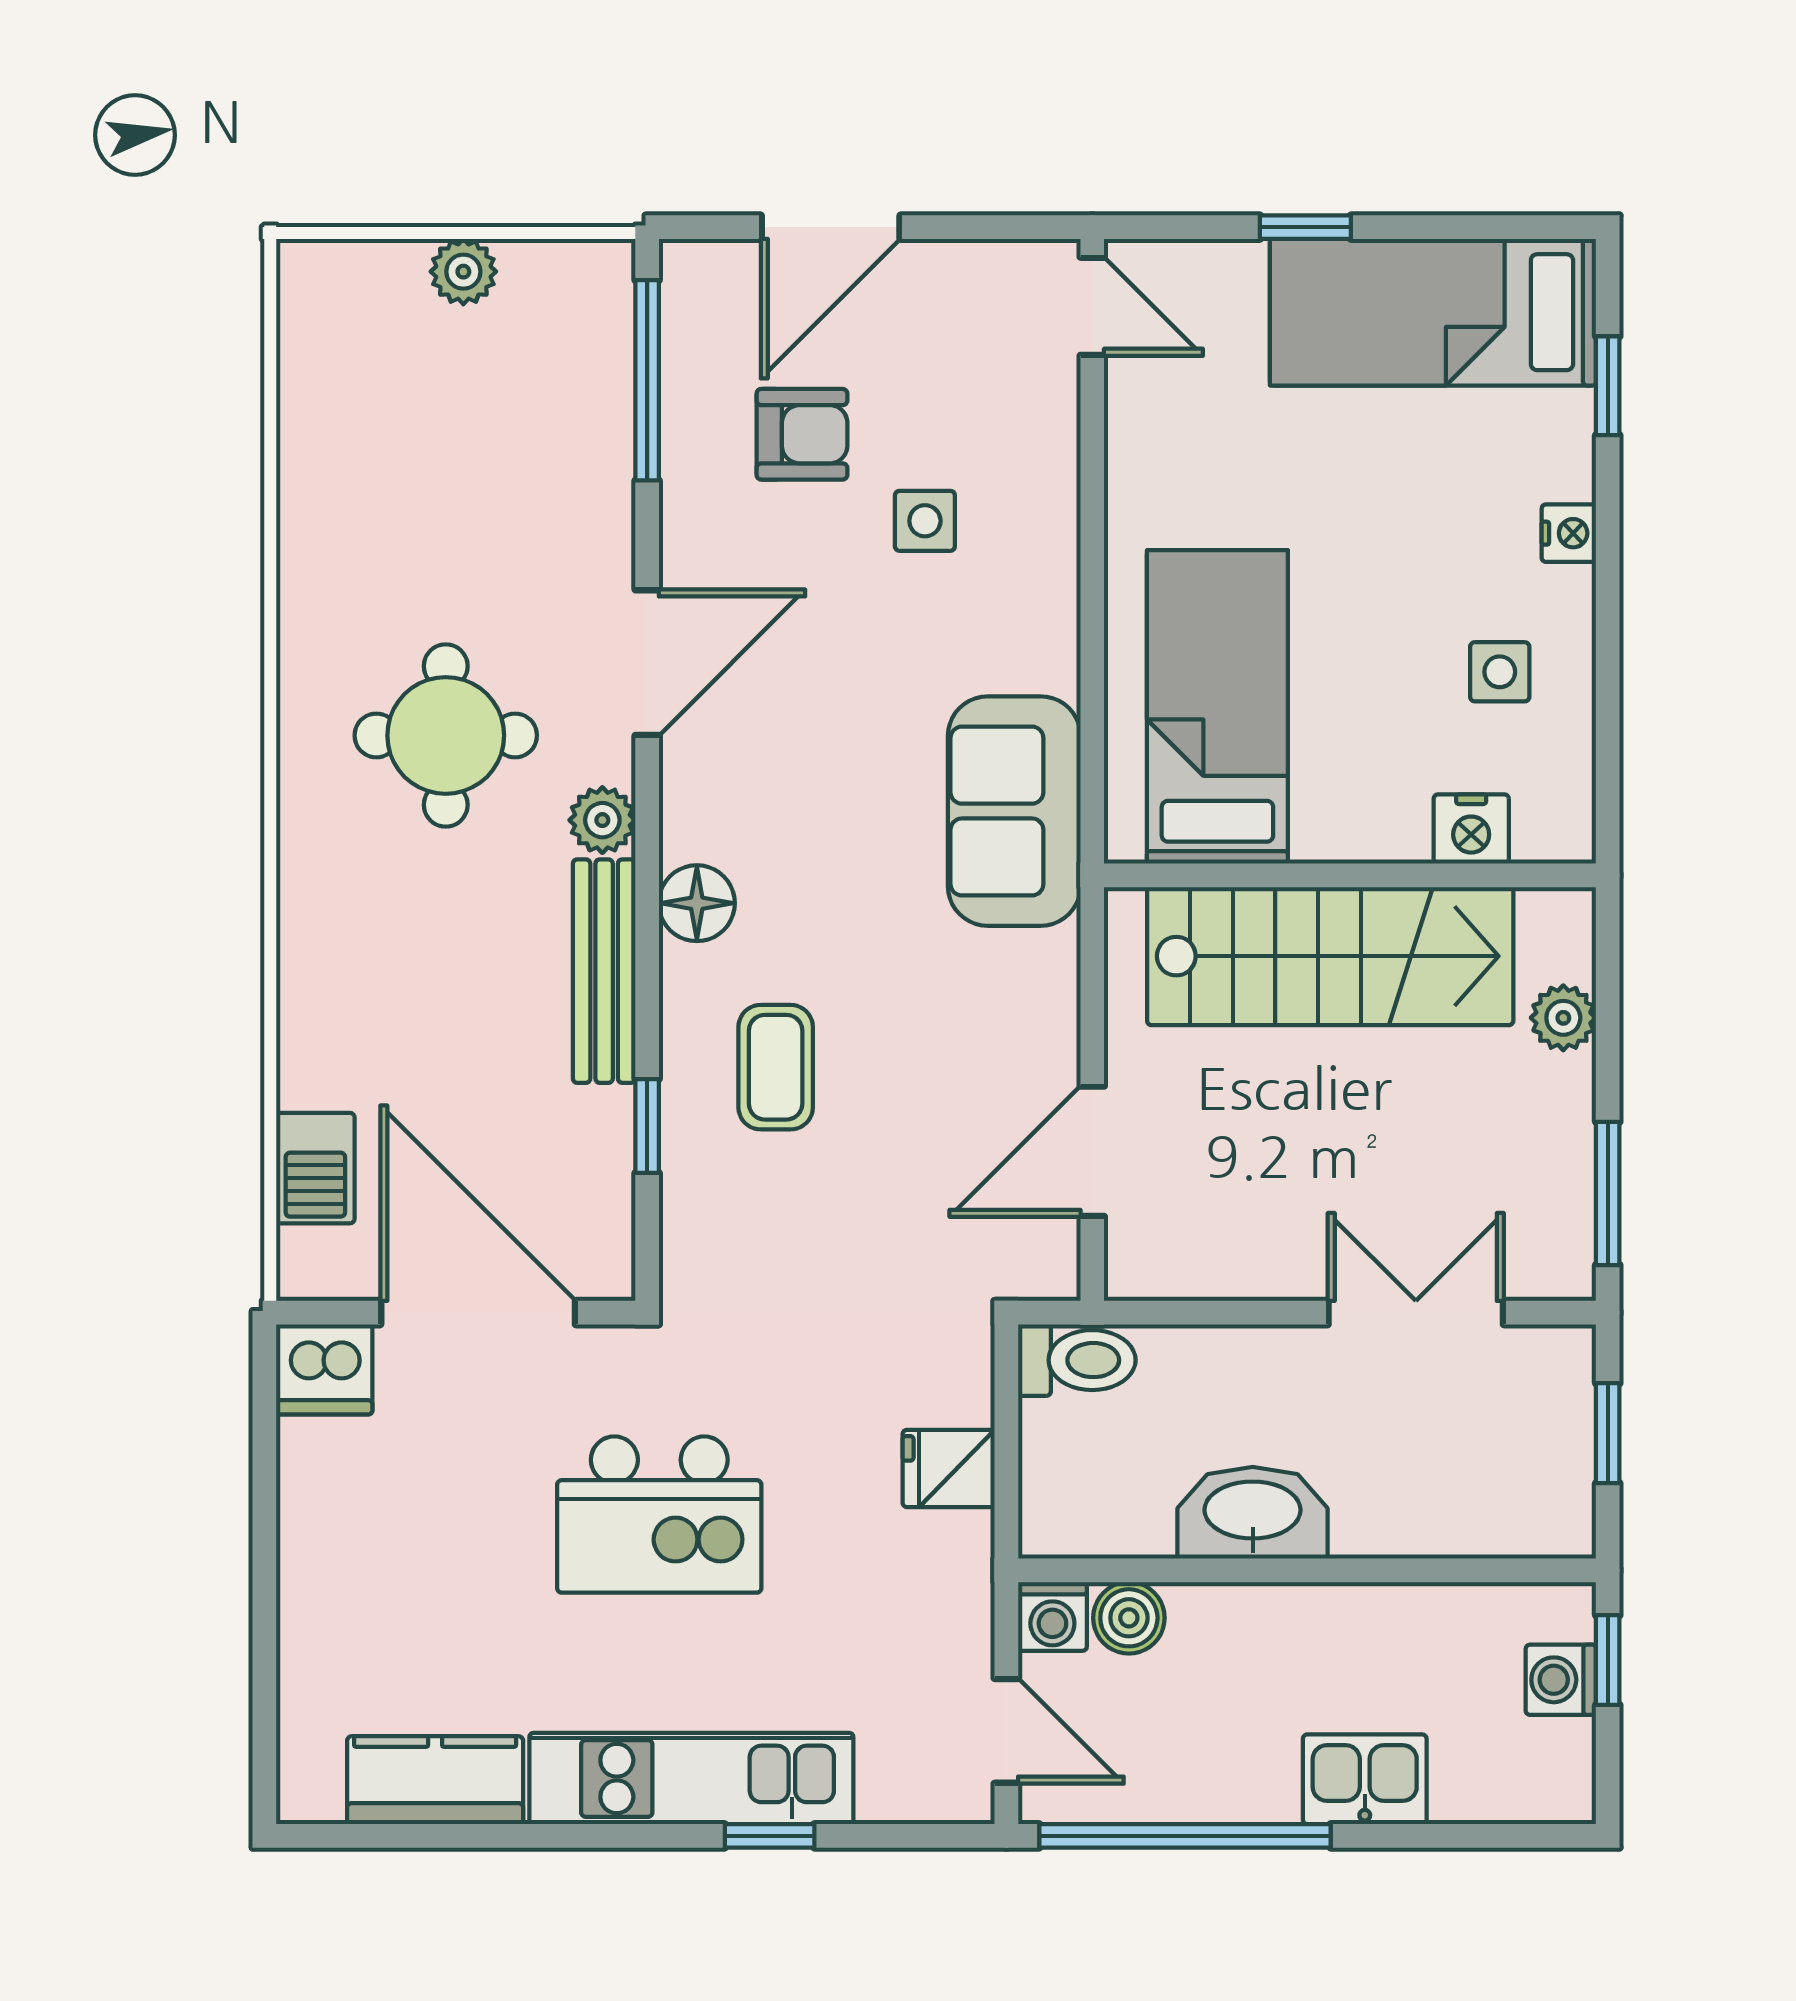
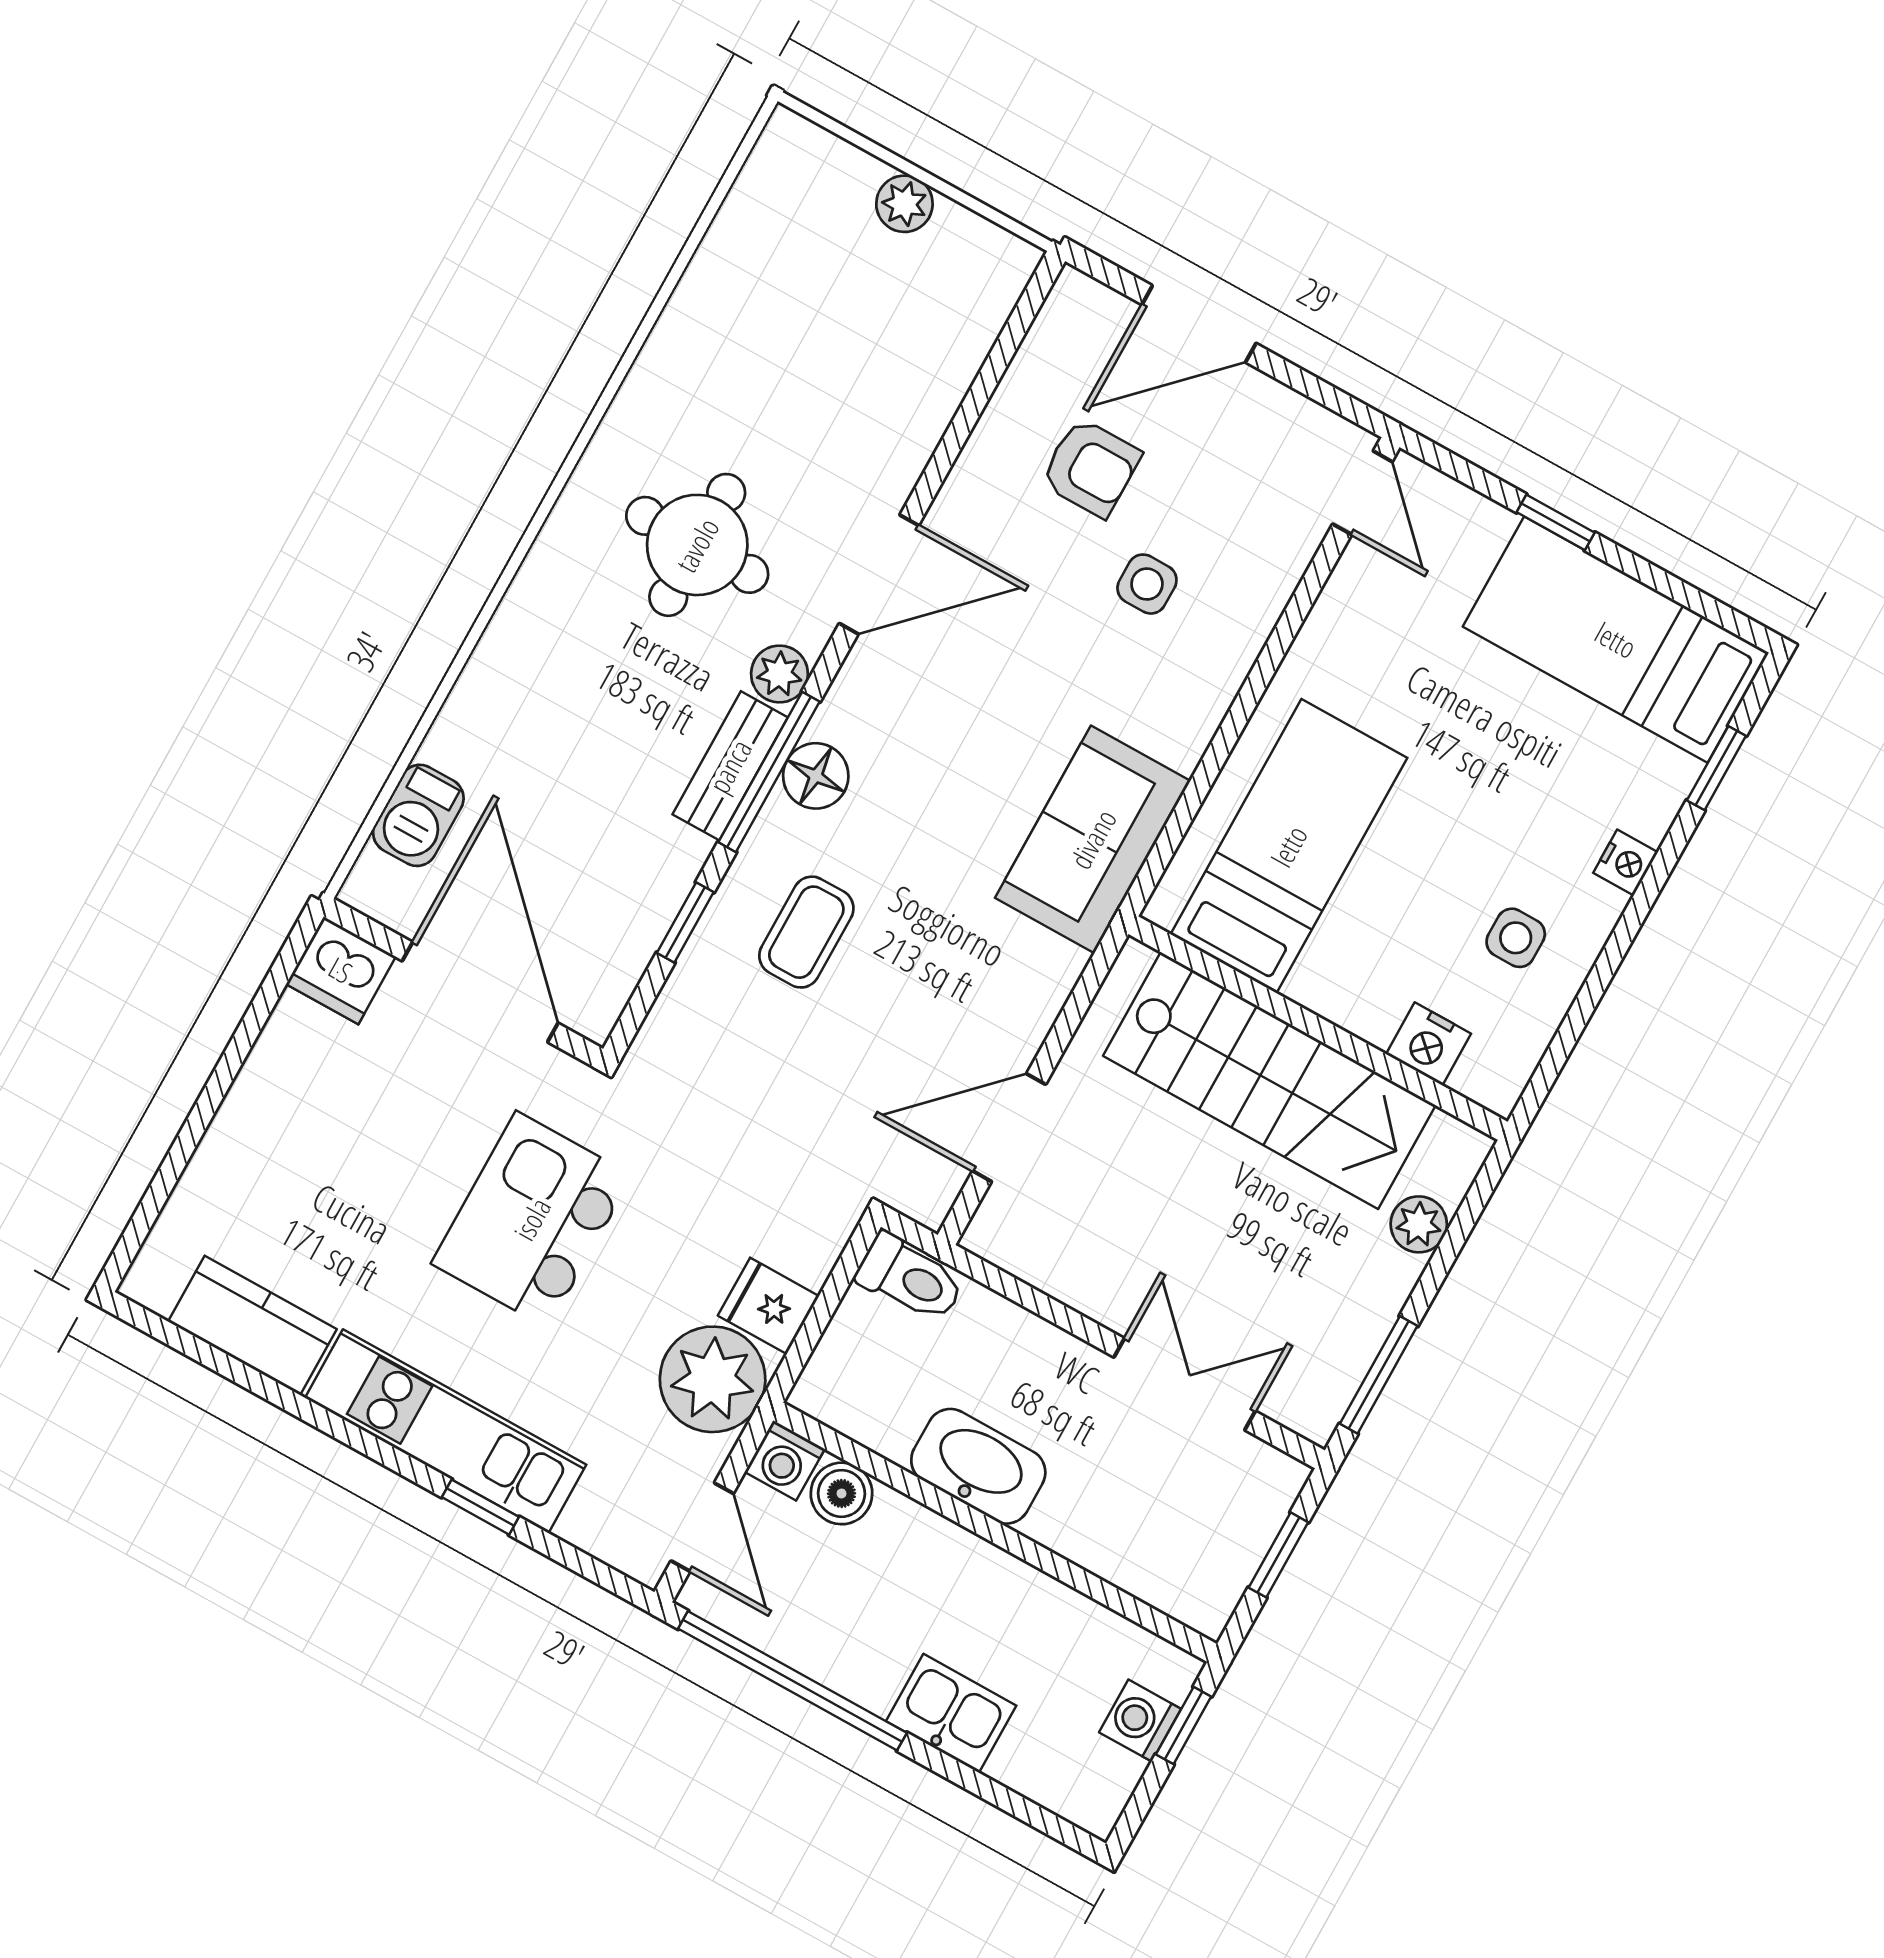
window: (647, 380) -> (769, 772), moved
bench: (604, 971) -> (730, 766), width x0.73
kitchen island: (659, 1515) -> (532, 1219), turned 90
plant: (933, 1575) -> (713, 1379), added

